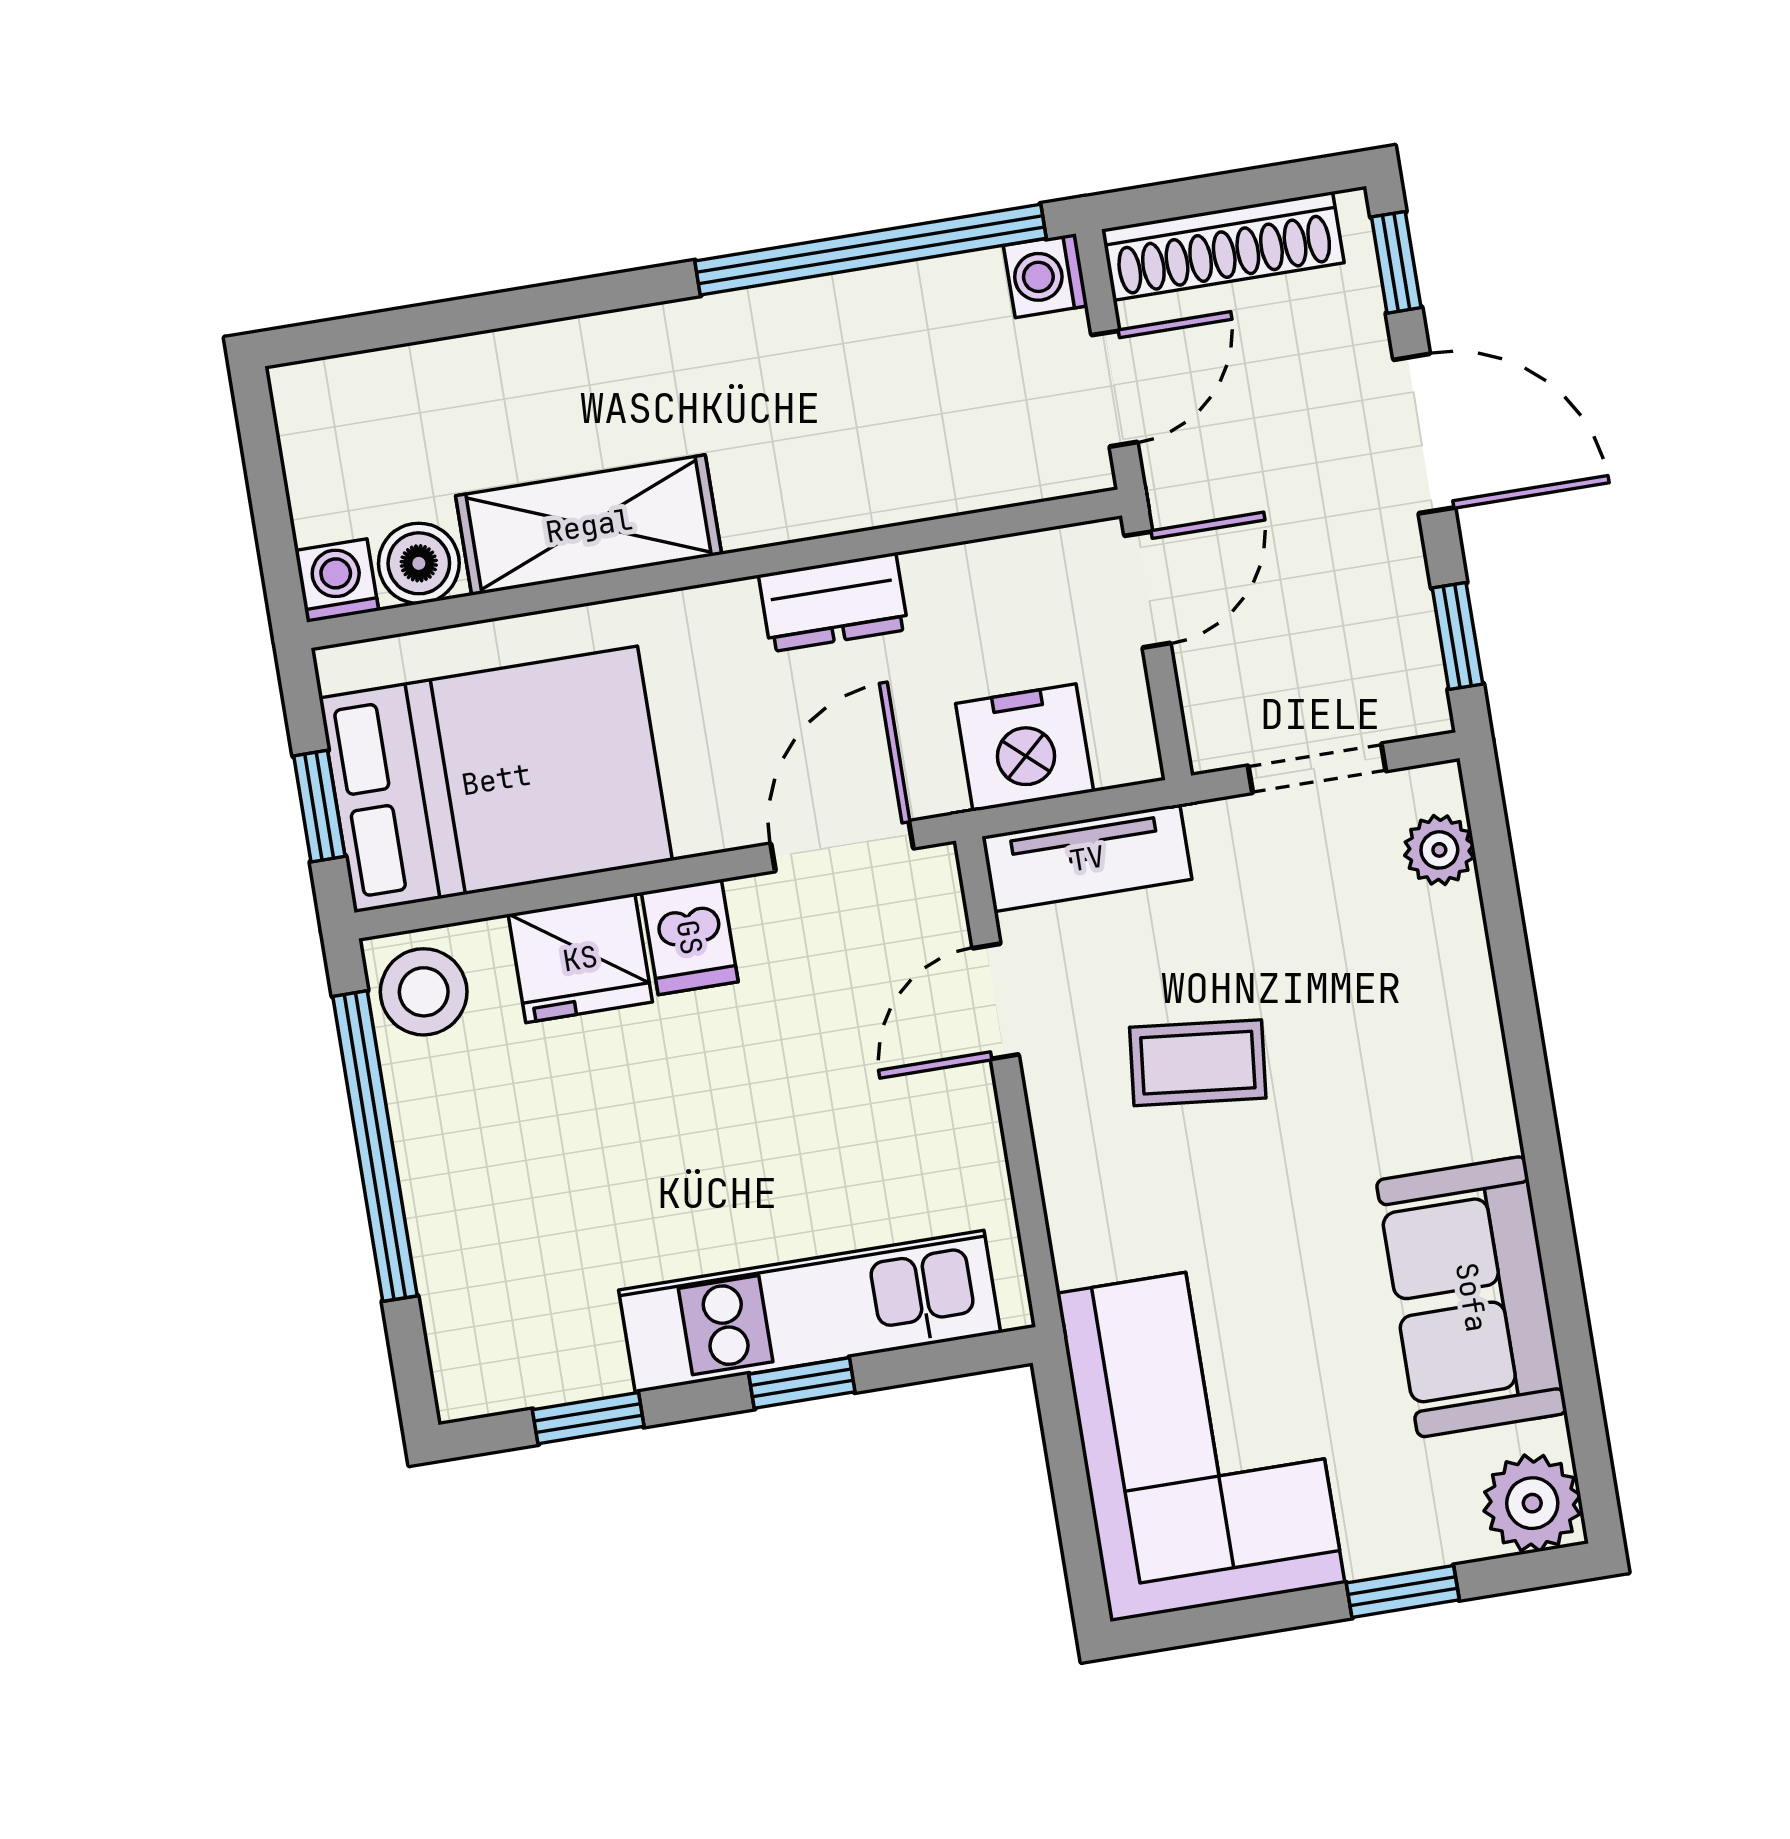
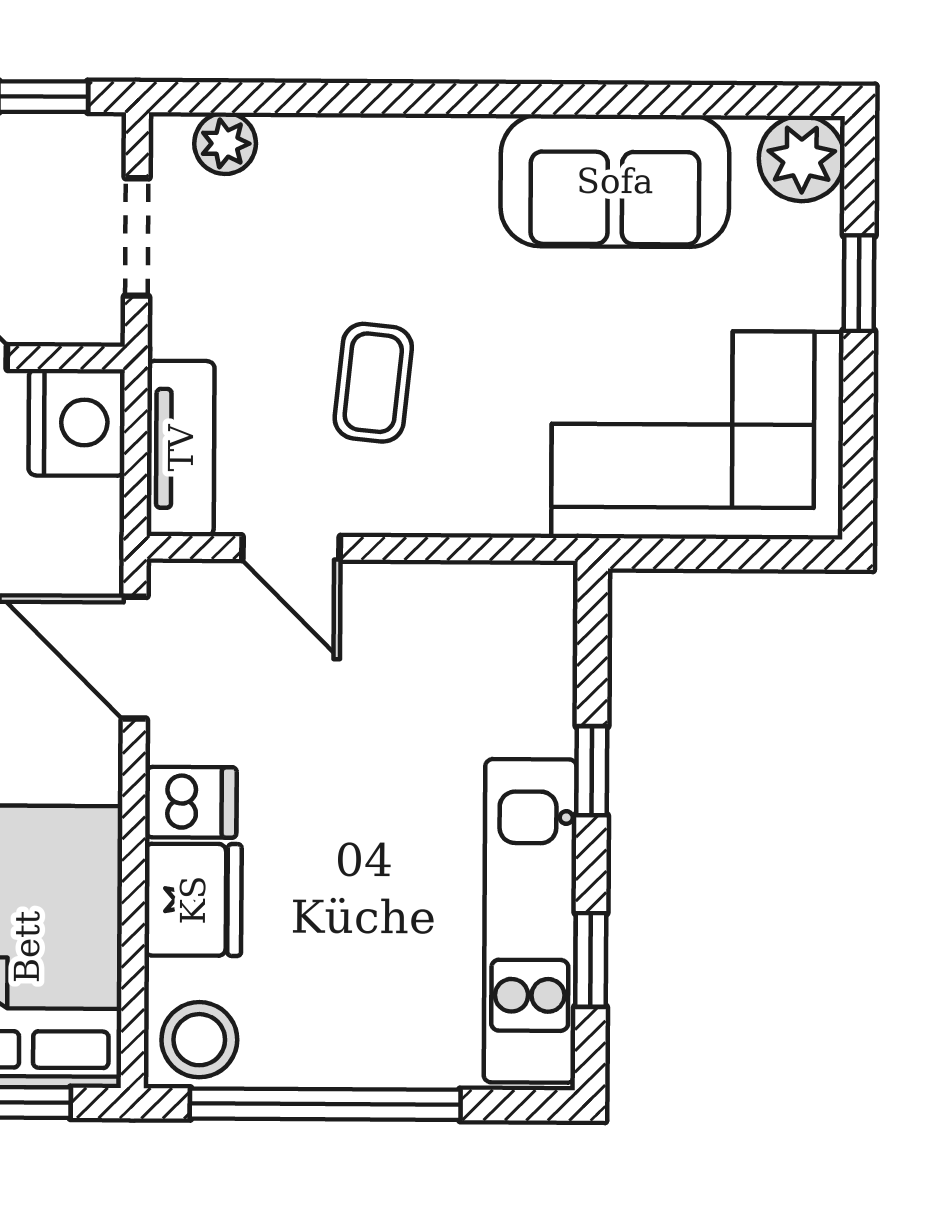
nightstand: (1025, 748) -> (77, 422), moved
kitchen unit: (810, 1311) -> (530, 921), moved

